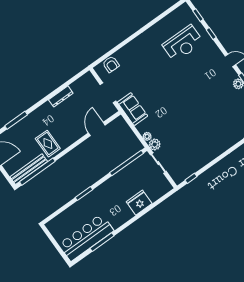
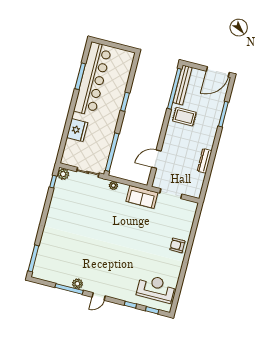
reception desk: (183, 43) -> (156, 288), moved, turned 90
armchair: (111, 64) -> (177, 245), moved
door: (97, 129) -> (156, 159), swing flipped
plant: (155, 144) -> (63, 174), moved
bar counter: (86, 238) -> (93, 79), width x1.36

